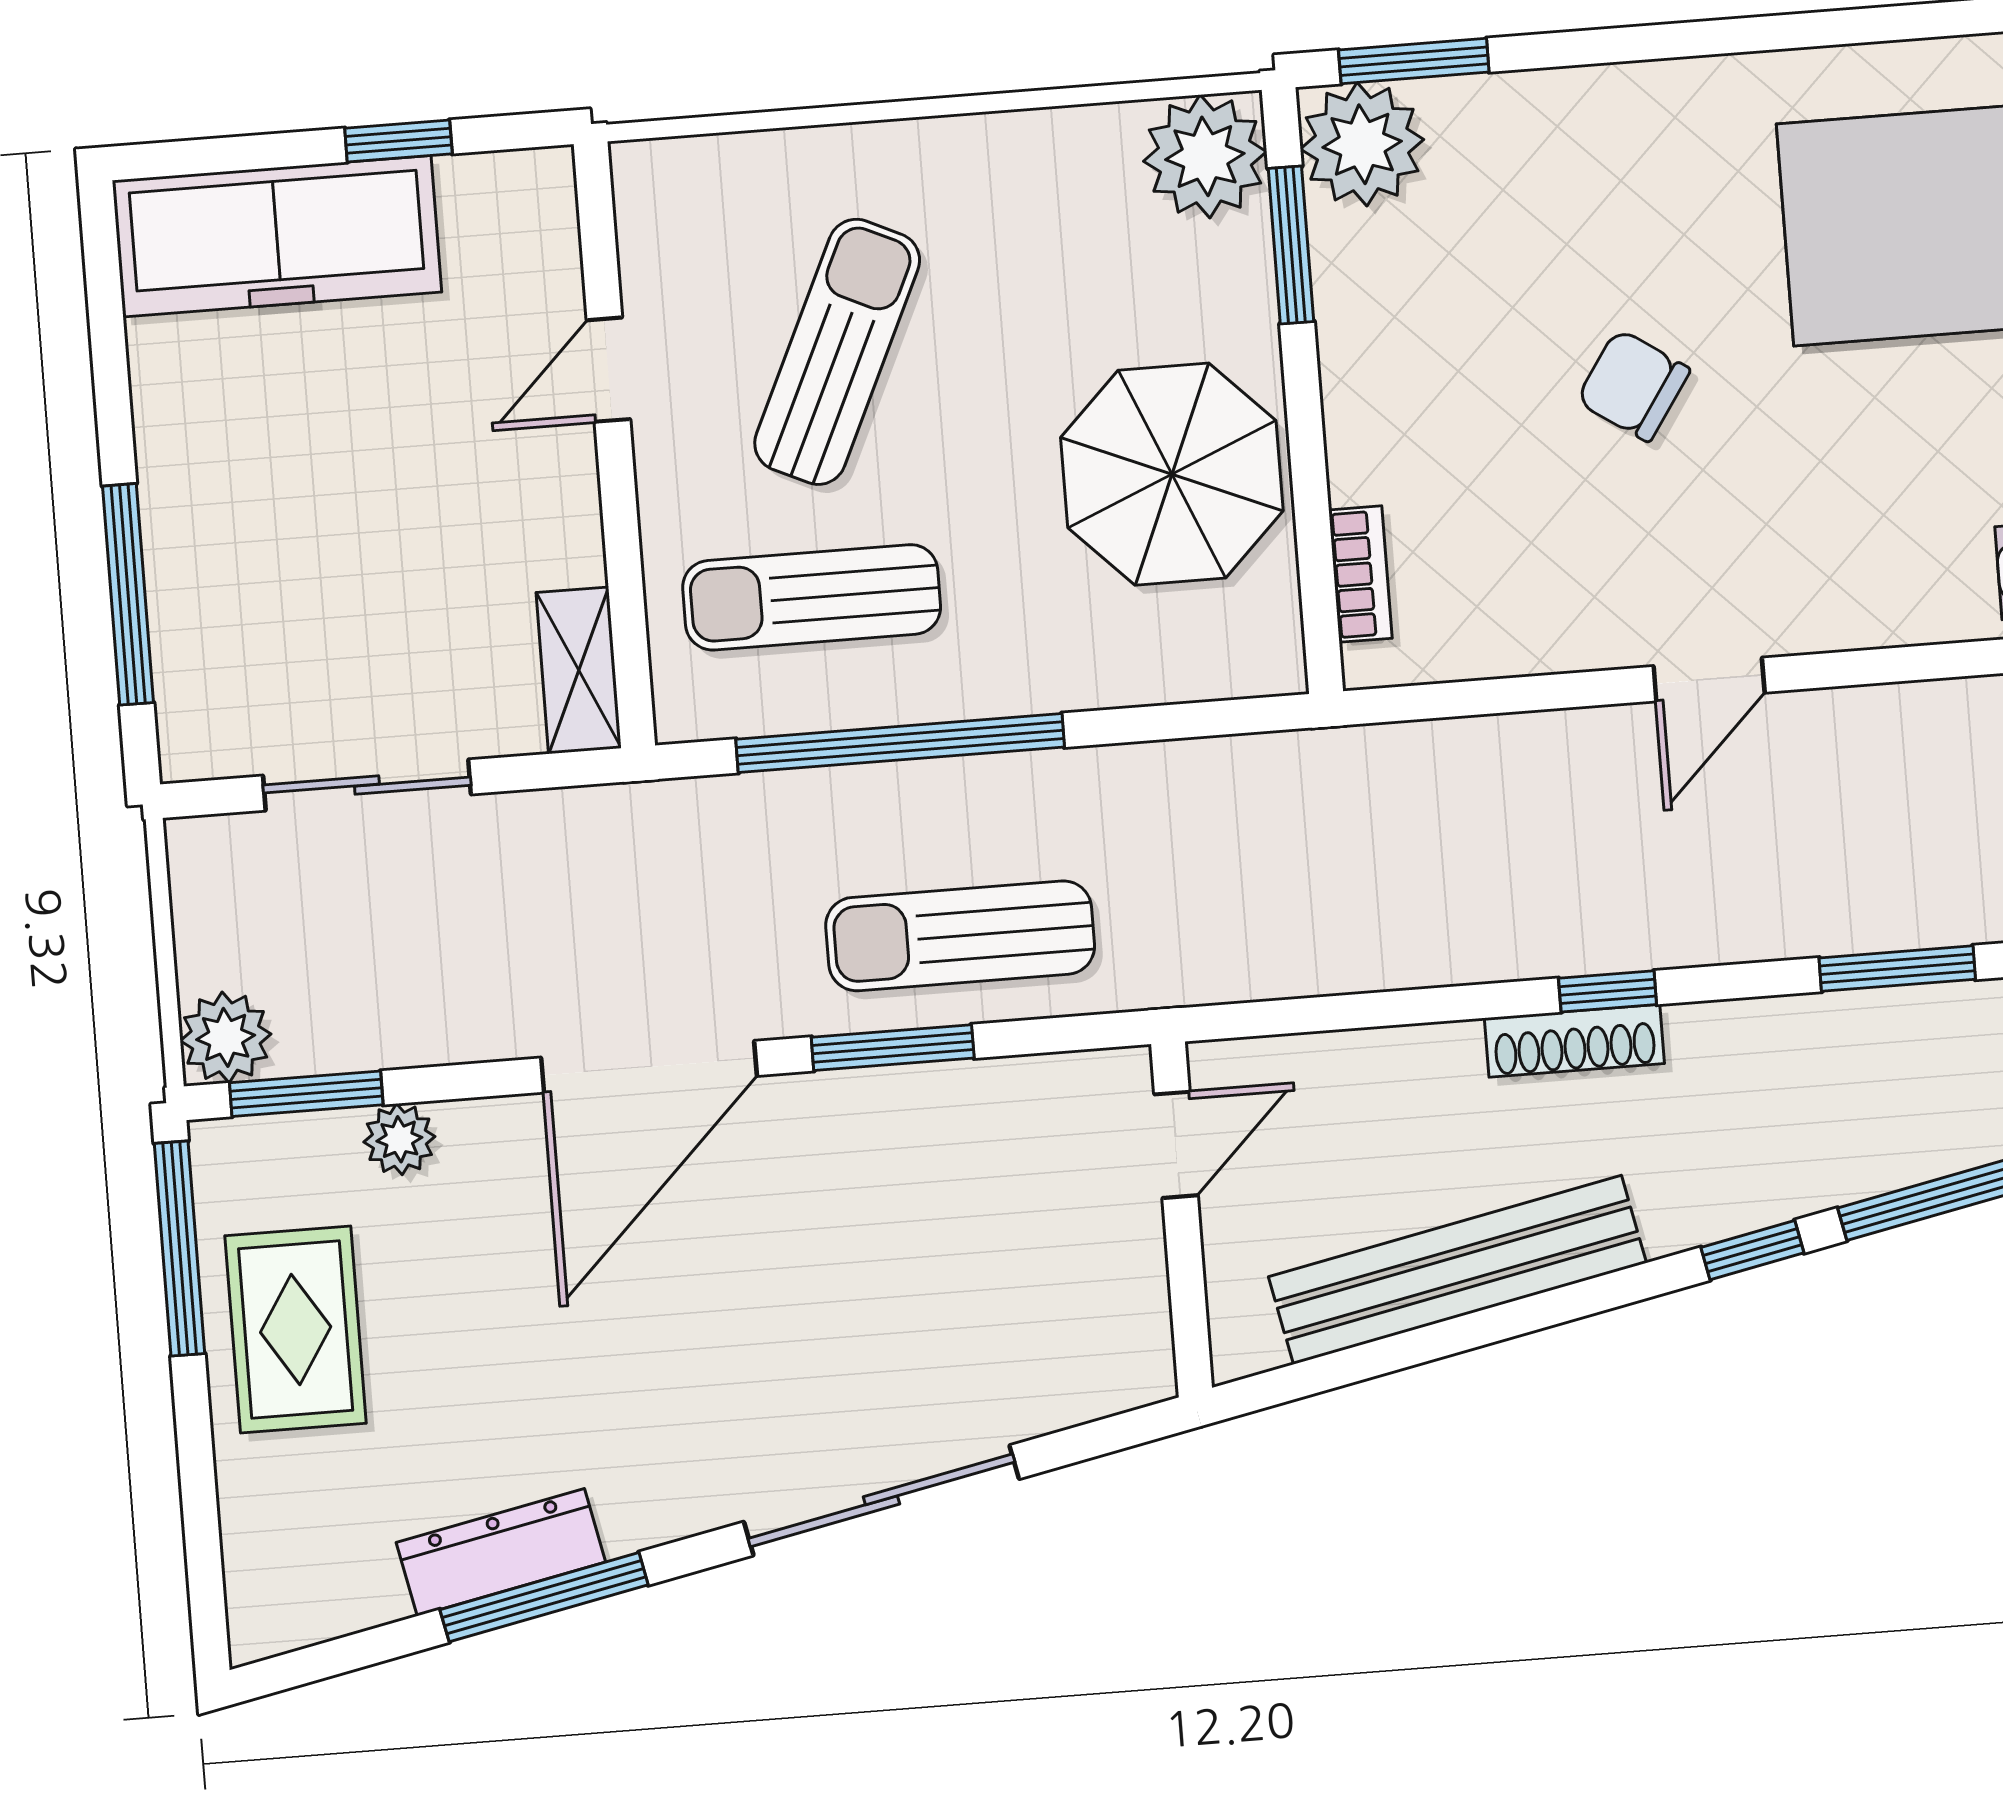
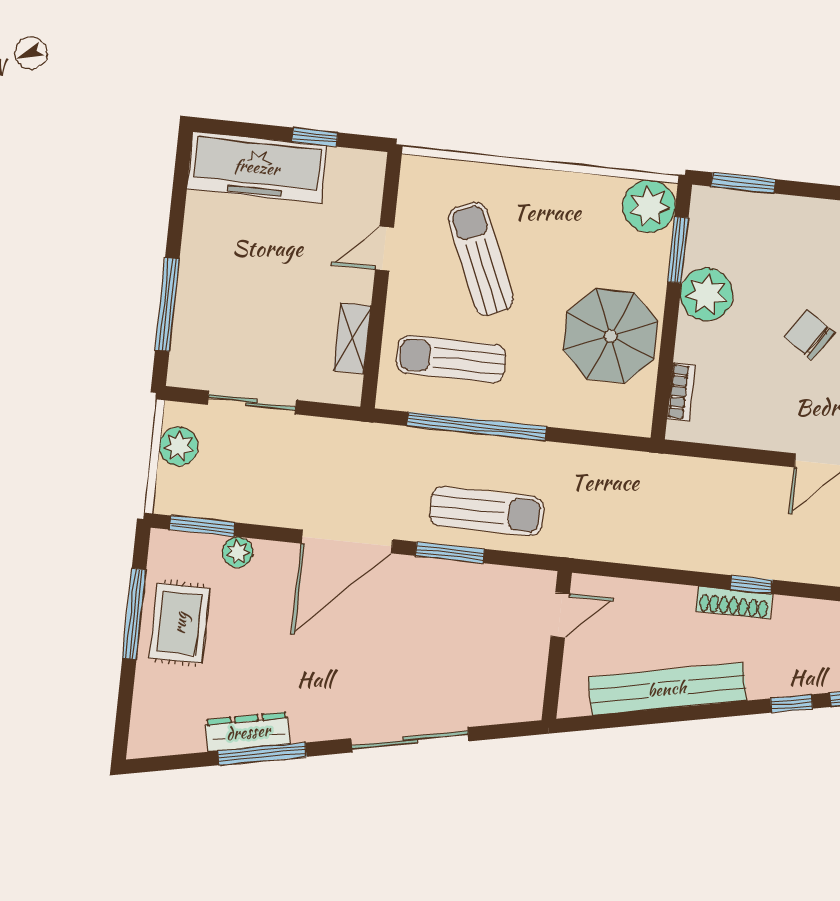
plant: (1362, 144) -> (707, 294), moved
sun lounger: (837, 352) -> (481, 259), turned -48
shelving: (579, 670) -> (352, 338), moved
sun lounger: (960, 936) -> (487, 511), turned 180
plant: (226, 1037) -> (179, 446), moved
window: (180, 1249) -> (134, 614), moved

